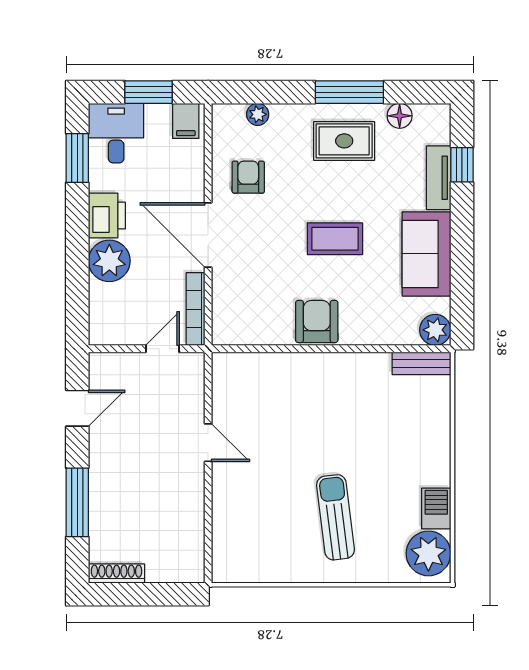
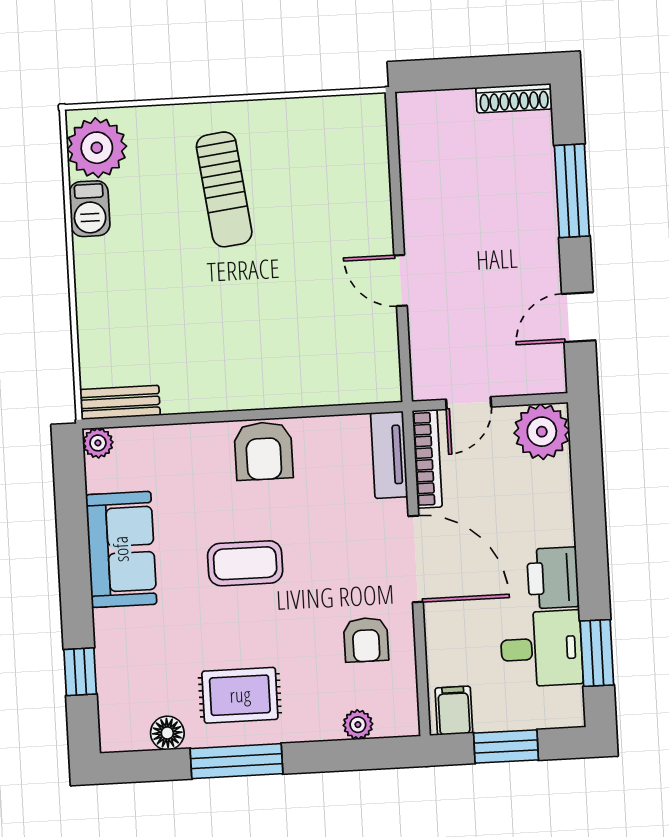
desk: (116, 133) -> (541, 649), moved, turned -90
tv unit: (439, 178) -> (389, 455), moved, turned 180
plant: (109, 261) -> (542, 432), moved
plant: (435, 330) -> (98, 443), width x0.73, depth x0.73

